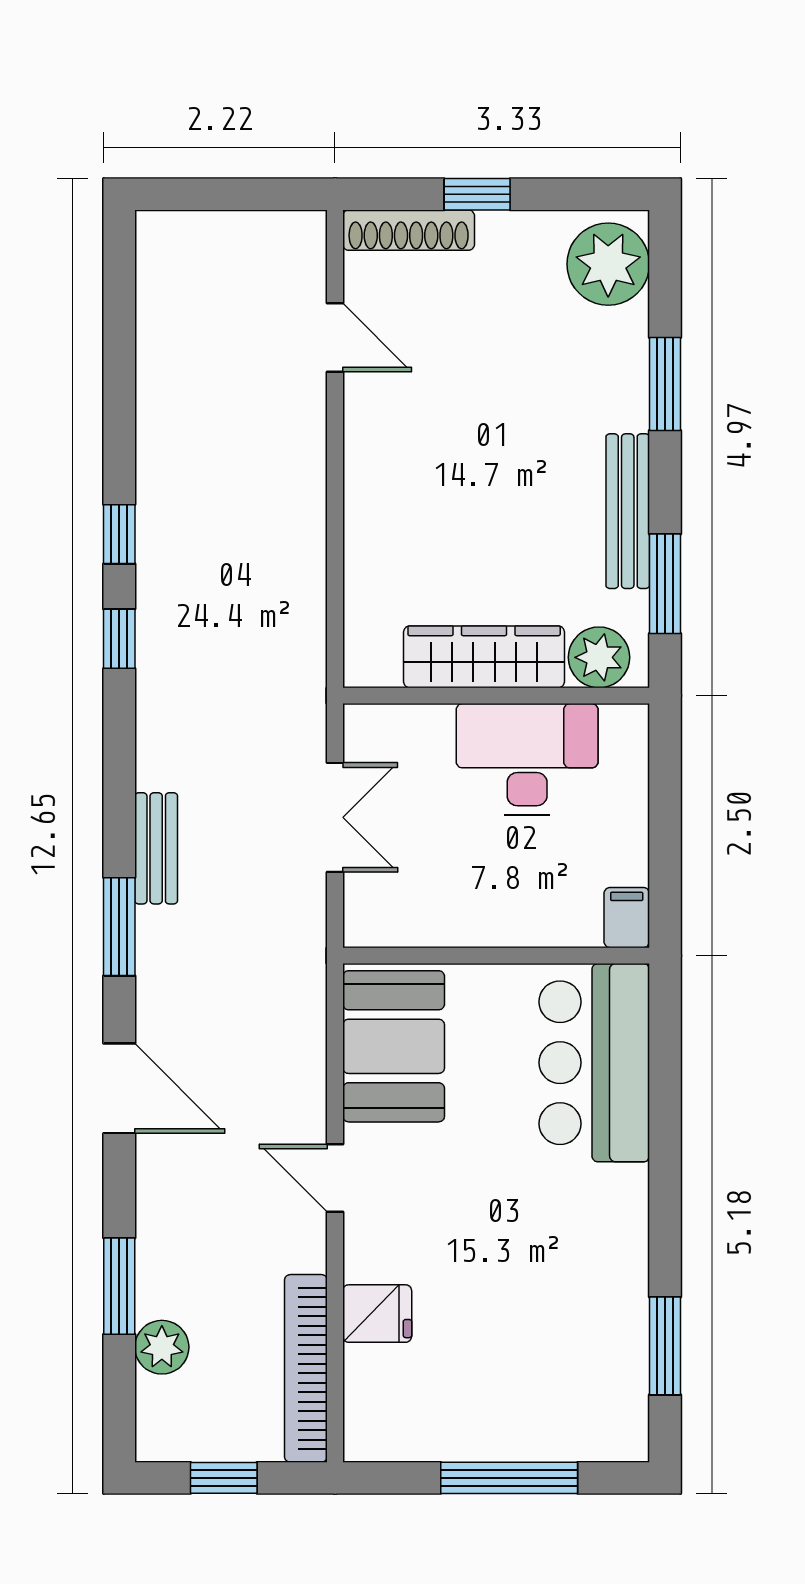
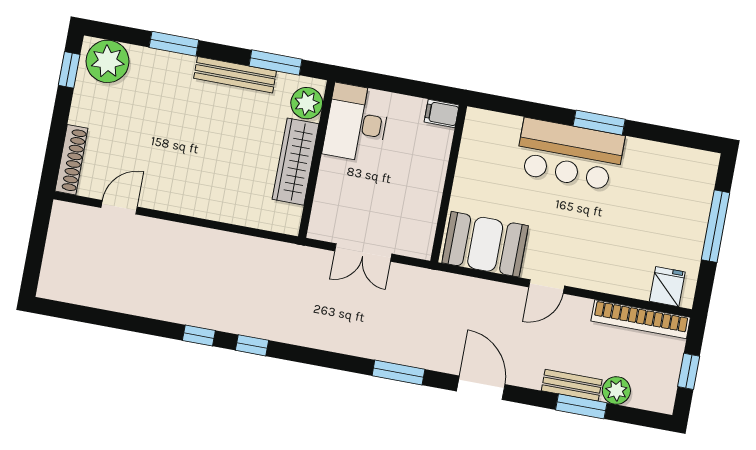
window: (477, 194) -> (69, 70), moved
desk: (527, 759) -> (357, 123), moved
double door: (335, 817) -> (363, 252), swing flipped
bench: (156, 848) -> (572, 385), moved
bar counter: (594, 1063) -> (570, 154), moved
door: (119, 1088) -> (481, 388), hinge flipped
fridge: (377, 1314) -> (667, 287), moved
window: (665, 1346) -> (599, 123), moved

